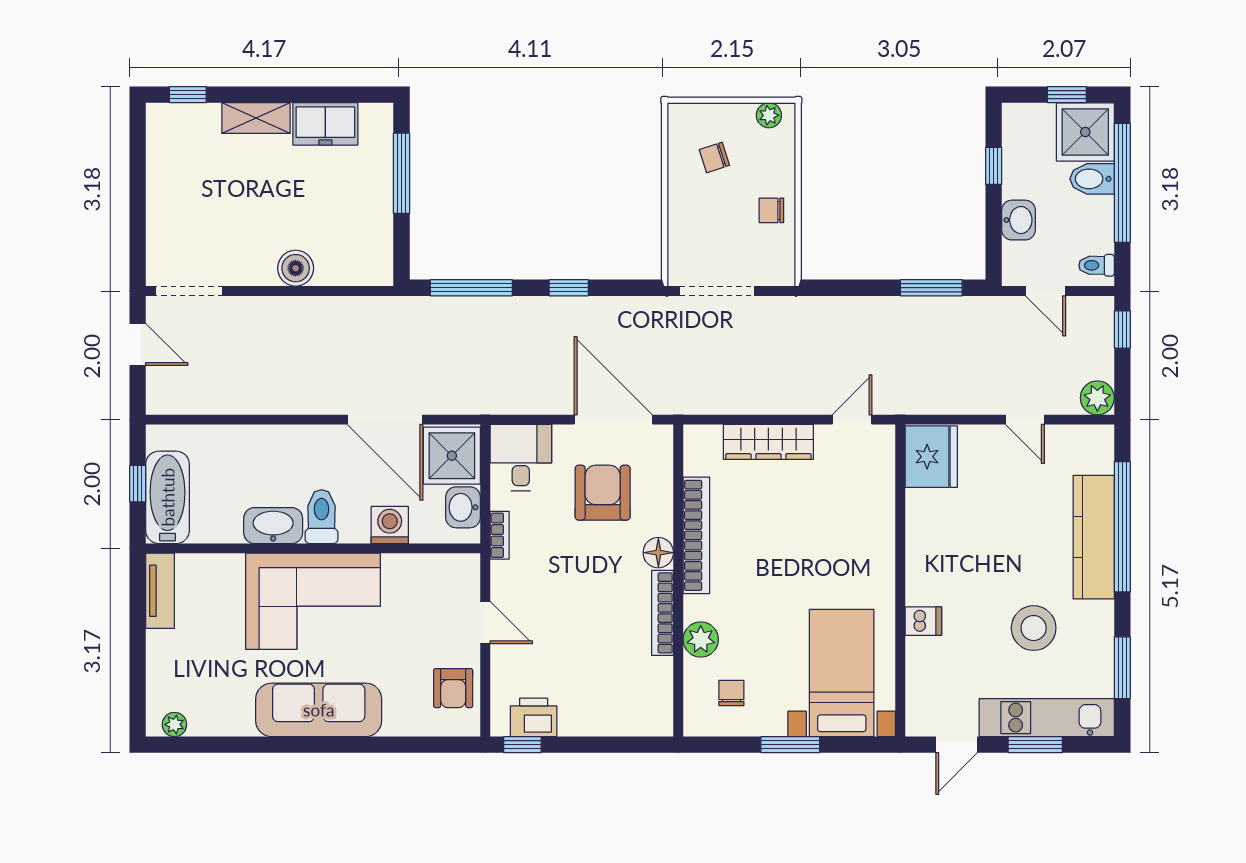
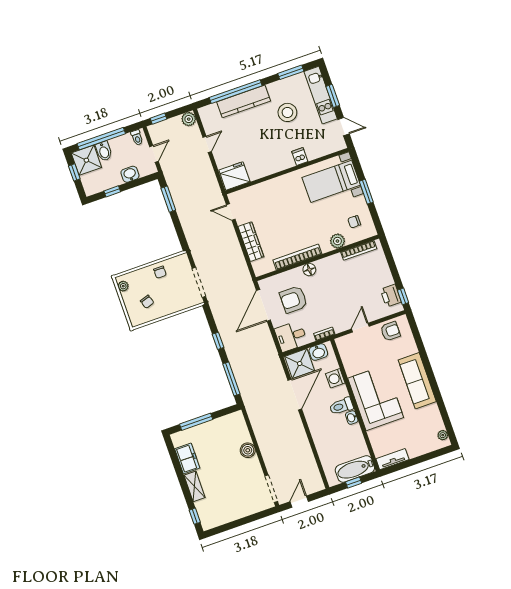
washbasin: (273, 526) -> (352, 418), width x0.52, depth x0.69
bookcase: (663, 613) -> (359, 250), moved

